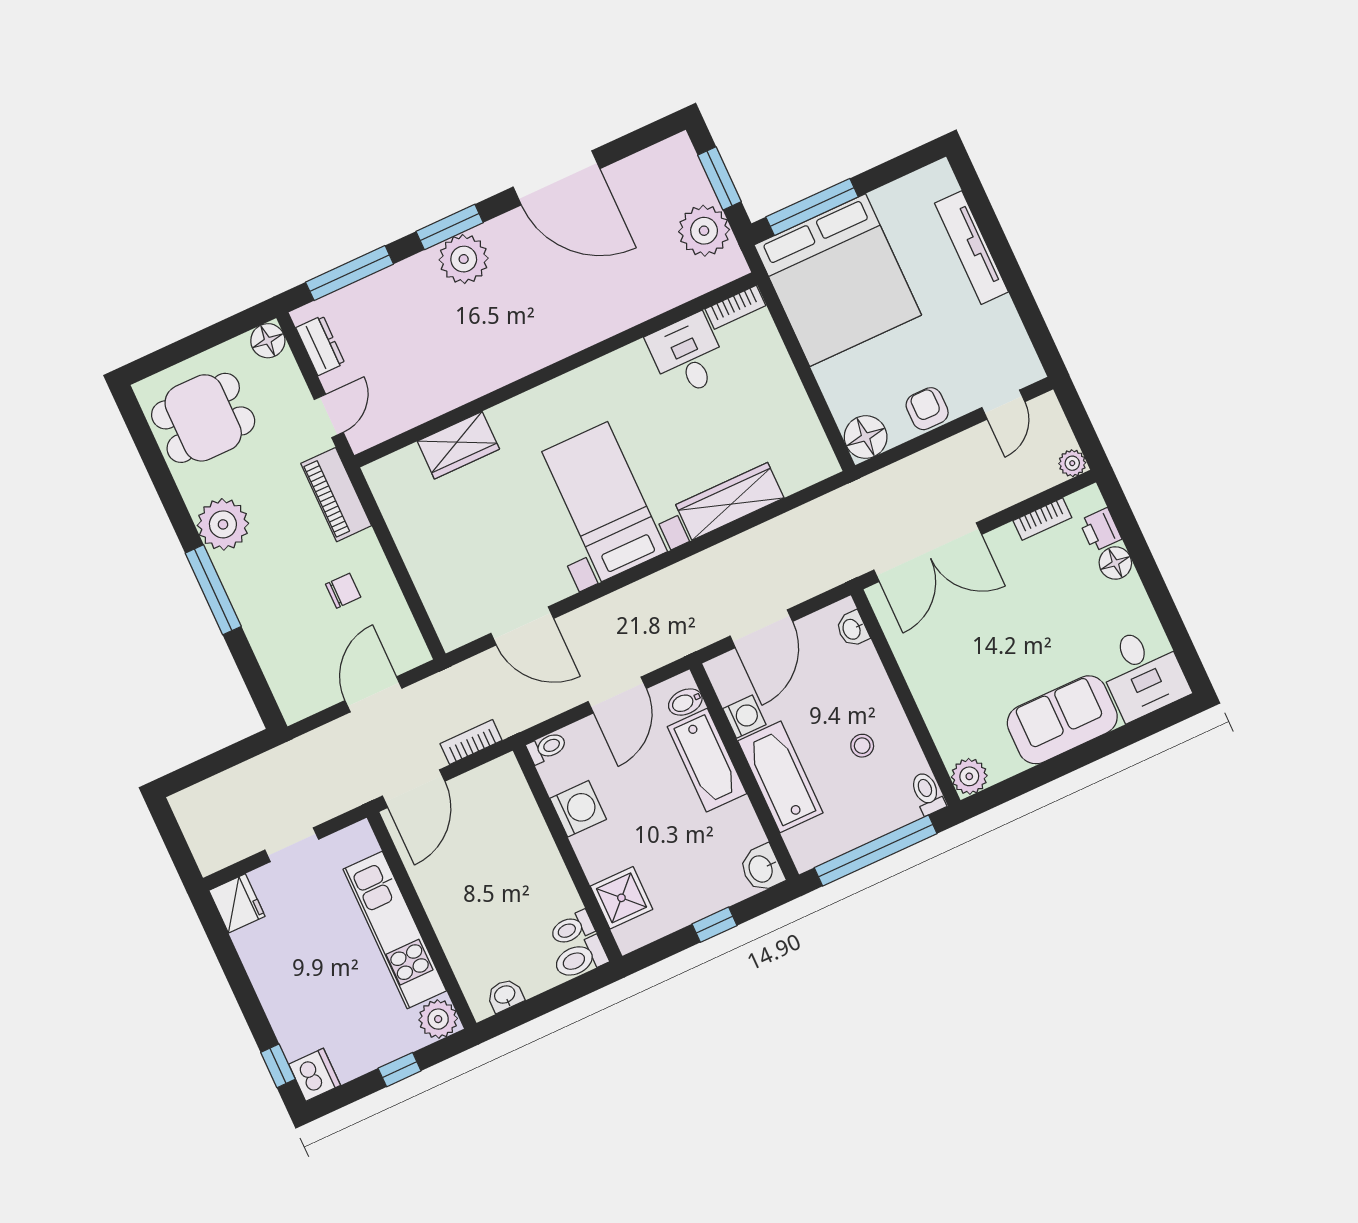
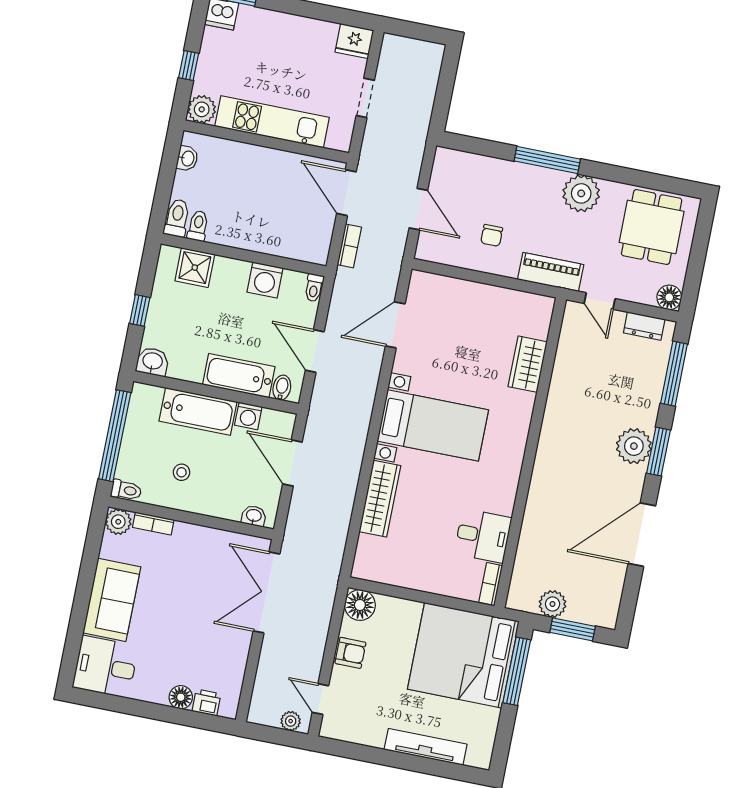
plant: (704, 231) -> (553, 604), width x0.73, depth x0.73
plant: (1072, 463) -> (291, 721), moved
bookcase: (1042, 519) -> (153, 523), moved, turned -90

